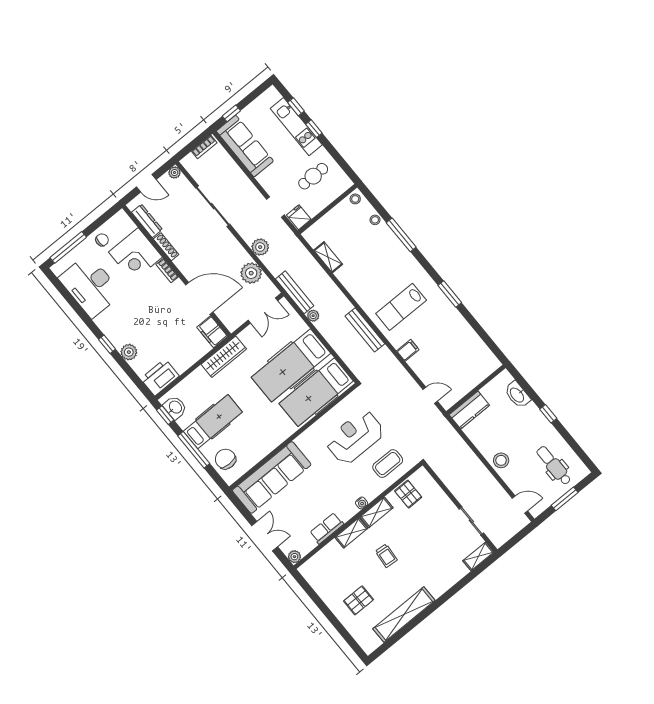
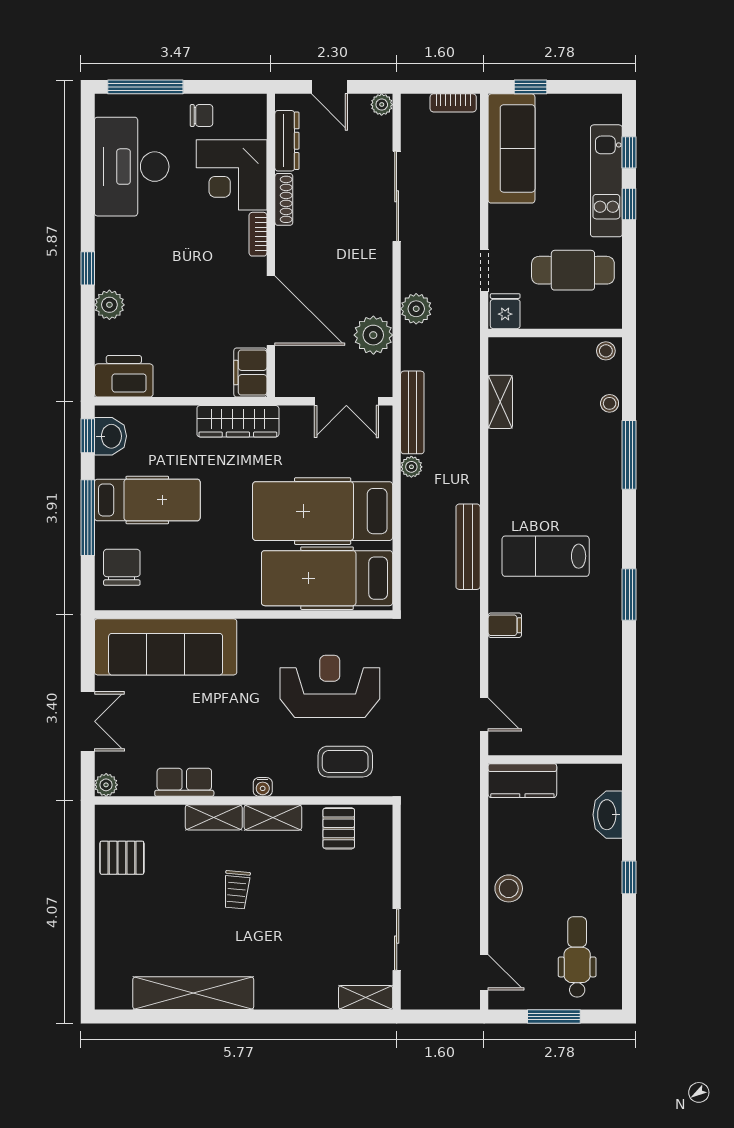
cafe table: (313, 176) -> (573, 270), width x1.37, depth x1.35
pallet: (359, 600) -> (122, 858), moved

